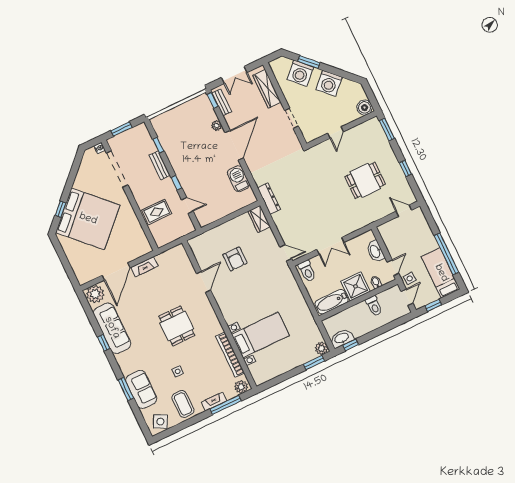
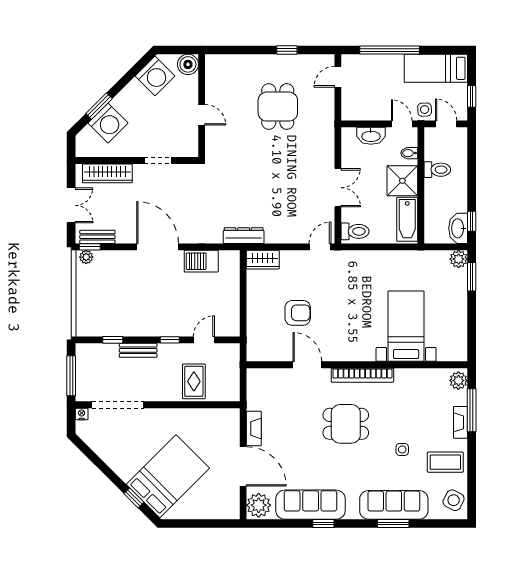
washing machine: (329, 83) -> (155, 76), moved
plant: (216, 126) -> (86, 257), moved
window: (121, 129) -> (71, 376), width x1.44
window: (387, 130) -> (228, 50), removed
bed: (88, 219) -> (168, 476), width x0.73
window: (446, 254) -> (390, 50), moved
bookcase: (230, 355) -> (362, 375), moved
sofa: (141, 389) -> (394, 505), width x1.36

